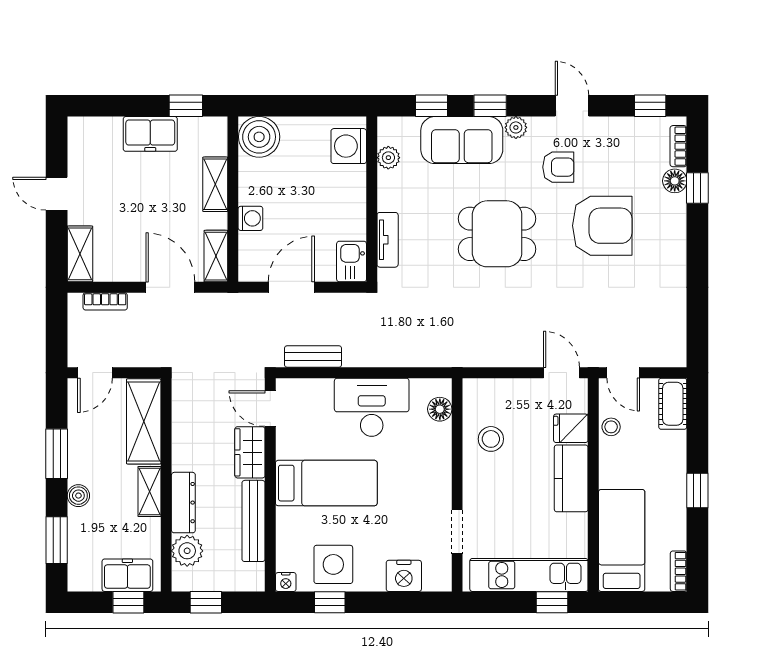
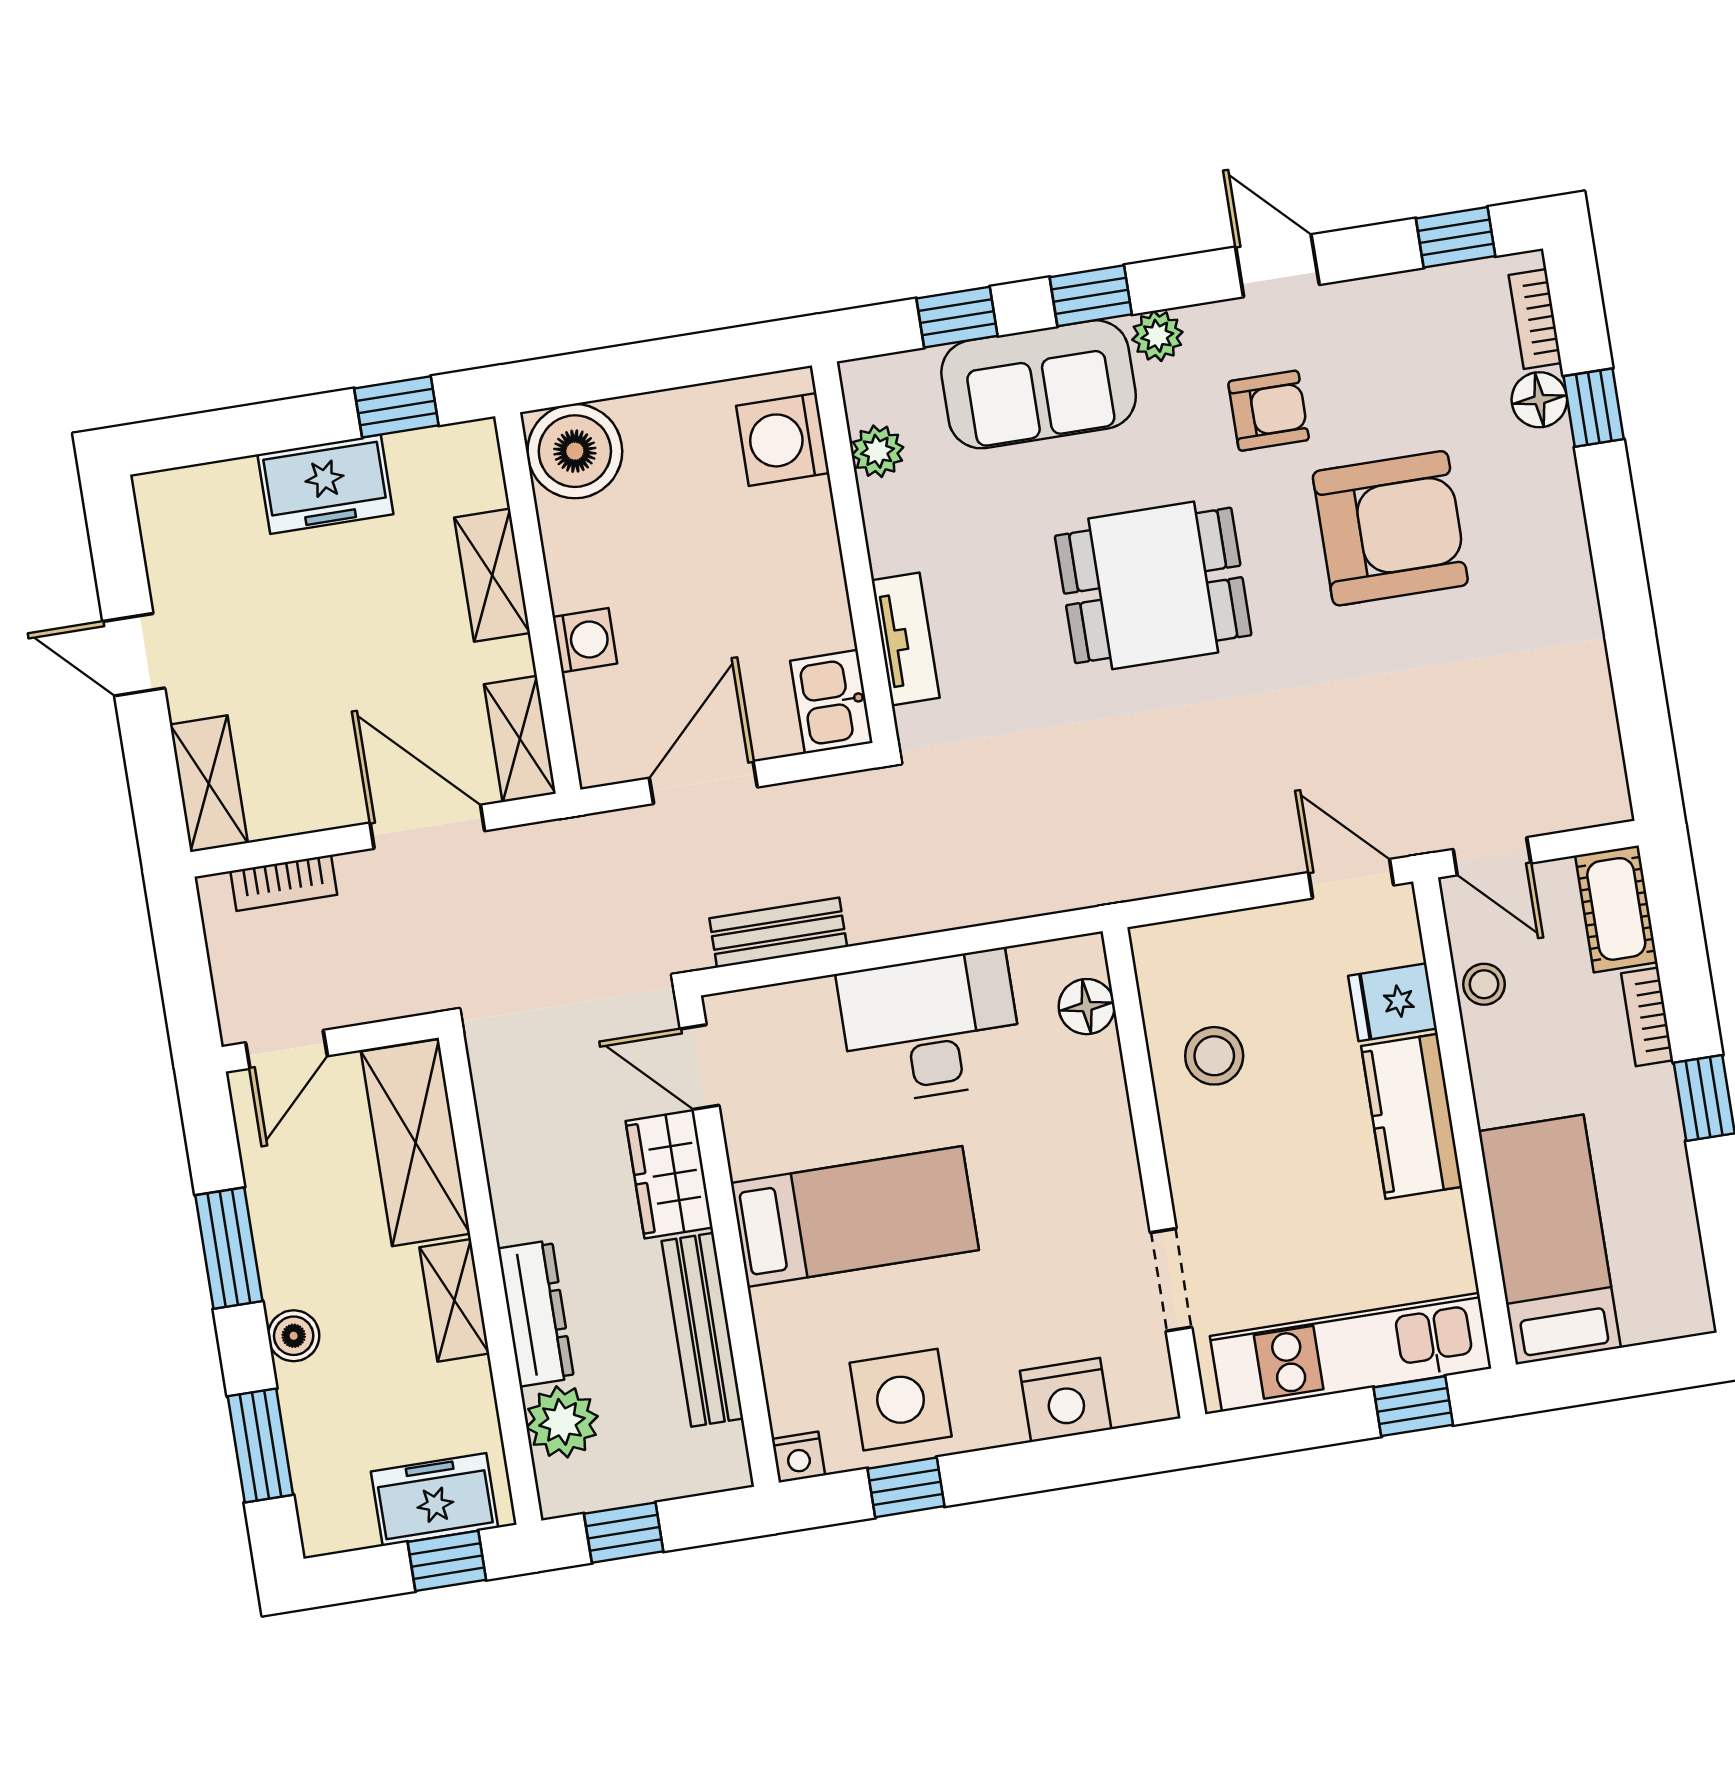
bookcase: (679, 571) -> (1647, 1017), moved

